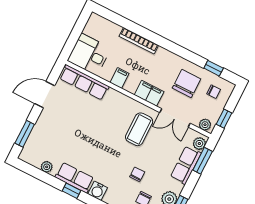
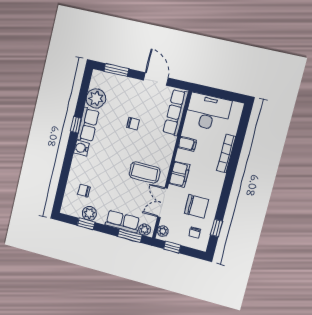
desk: (89, 54) -> (208, 112), width x1.37
plant: (47, 167) -> (96, 98), width x1.88, depth x1.88
chair: (137, 174) -> (133, 124), moved

